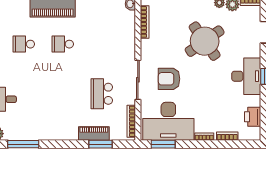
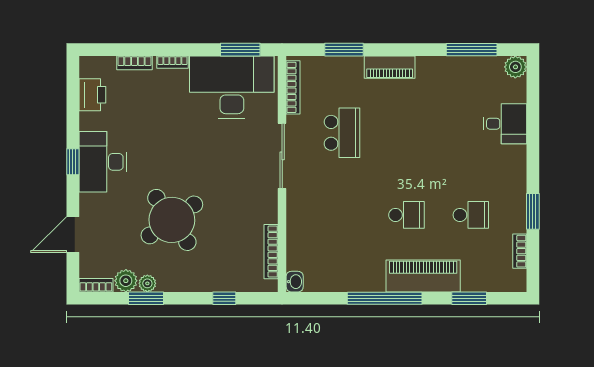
armchair: (169, 79) -> (231, 158), removed
piano: (94, 134) -> (390, 67), moved

